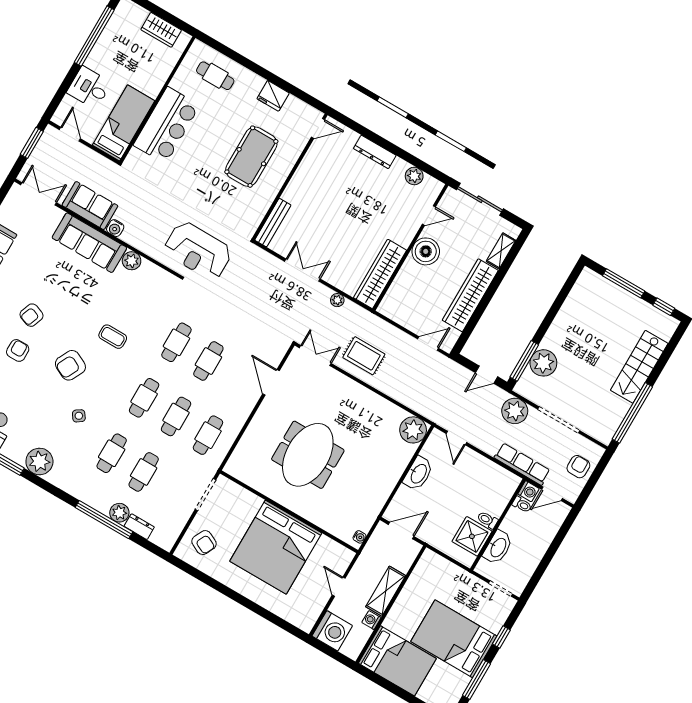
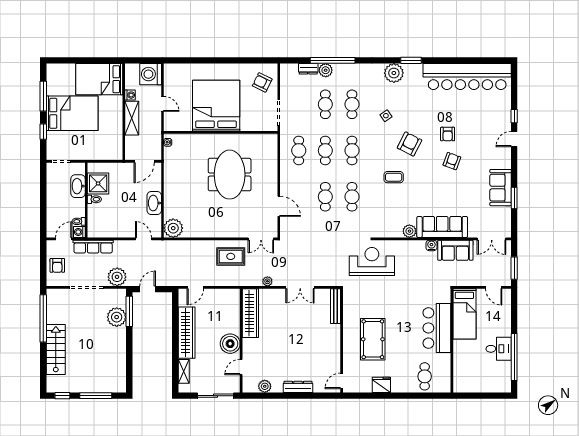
wardrobe: (161, 30) -> (475, 385), removed
cafe table: (215, 76) -> (425, 376), turned 90
desk: (89, 88) -> (499, 349), moved

